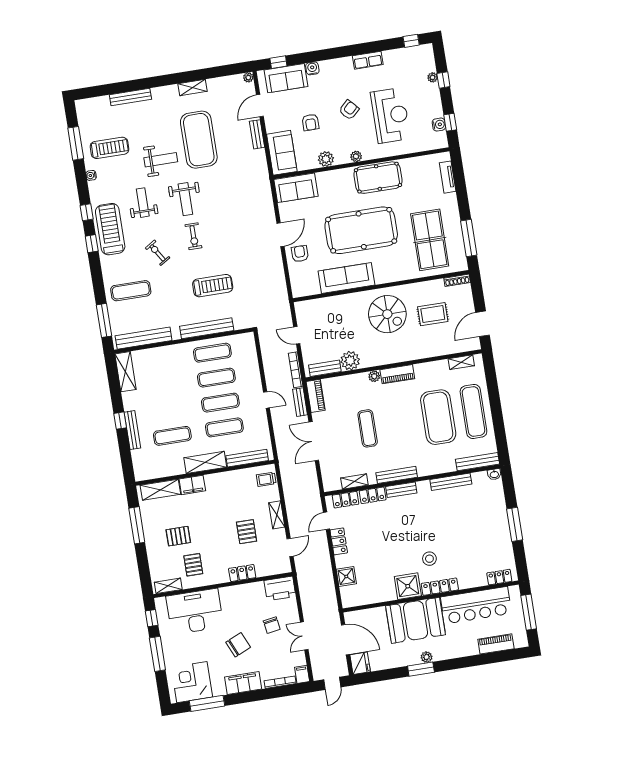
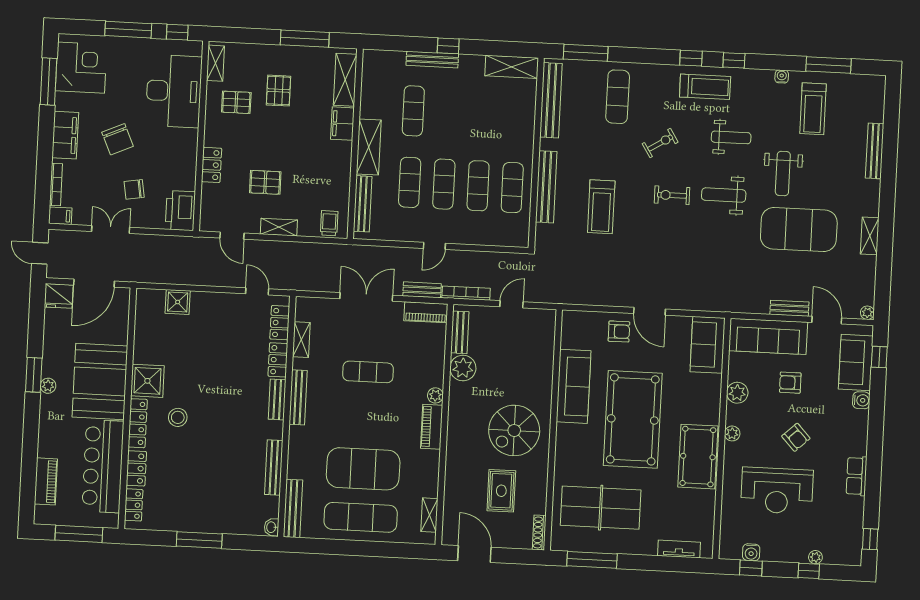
sofa: (282, 153) -> (768, 336), width x1.36
treadmill: (110, 229) -> (705, 87), width x0.73, depth x0.73
locker: (339, 541) -> (136, 468), moved, turned -90

